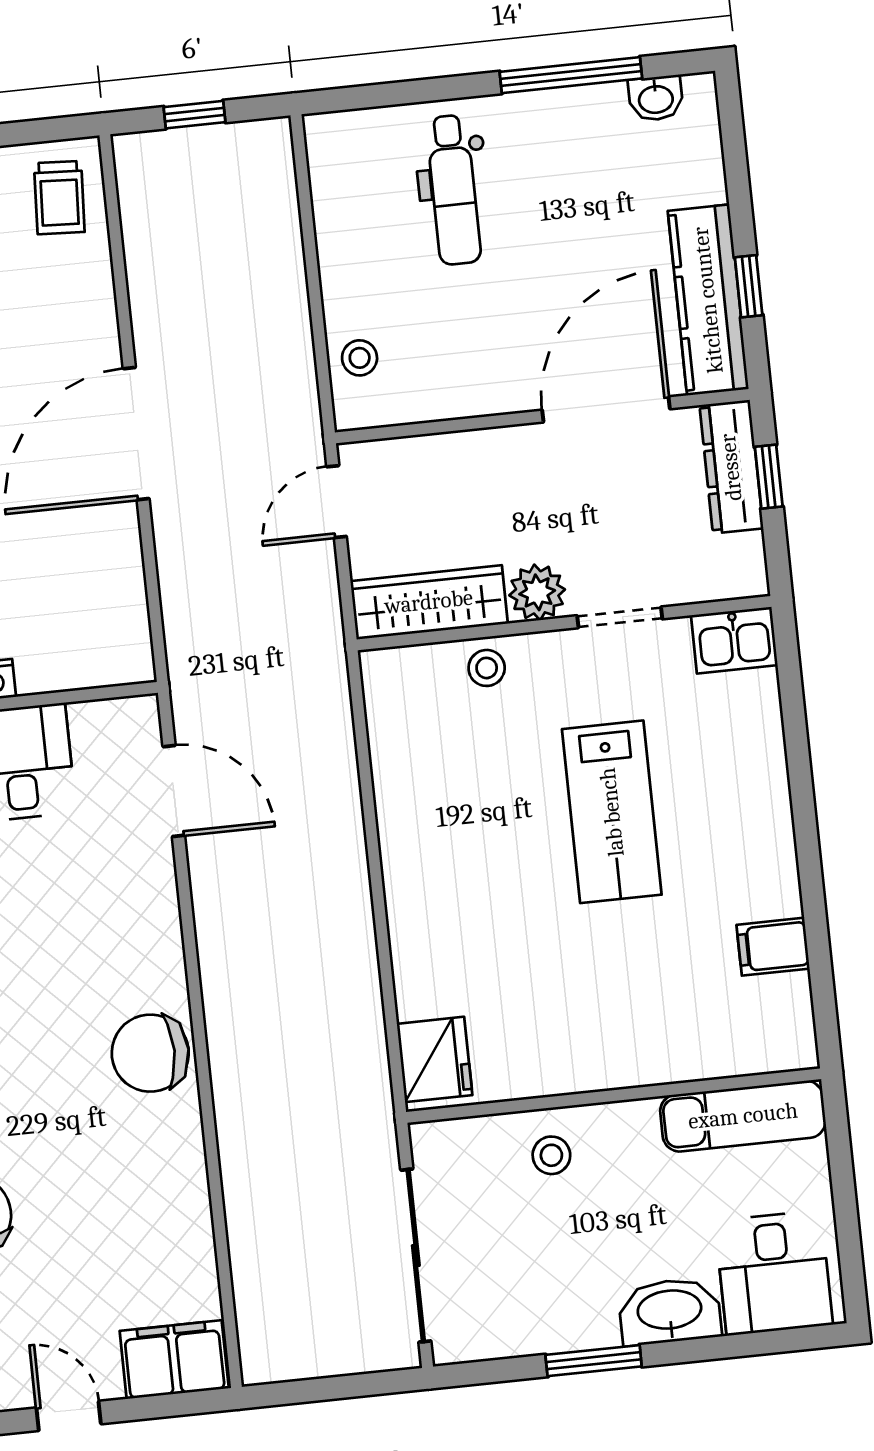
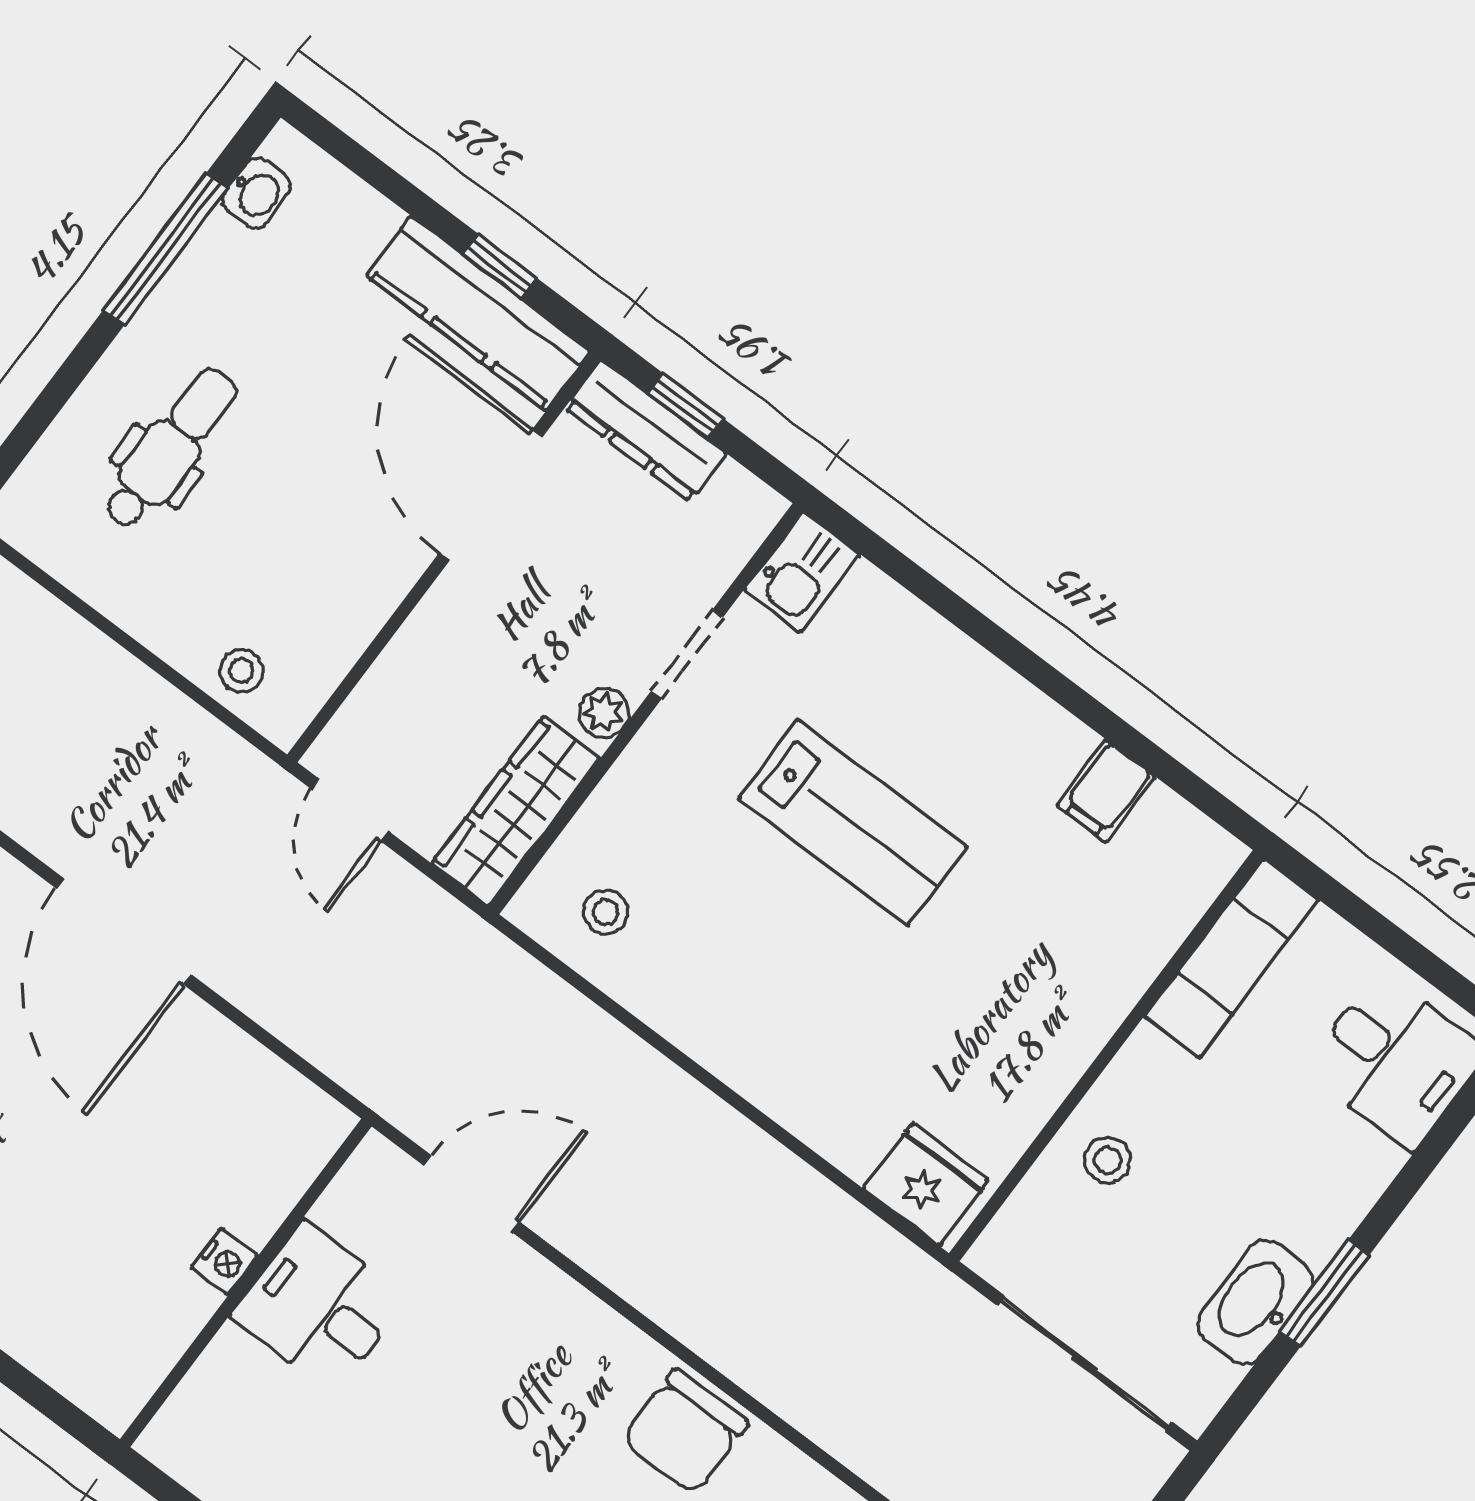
dental chair: (454, 190) -> (170, 448), turned -90
plant: (537, 592) -> (604, 713), width x0.73, depth x0.73
stool: (487, 668) -> (606, 912), moved
washbasin: (670, 1311) -> (1255, 1302), moved

